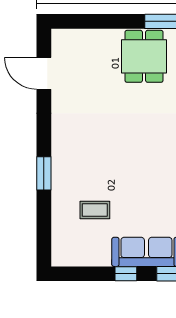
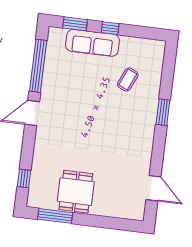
coffee table: (95, 210) -> (128, 80), turned -66

